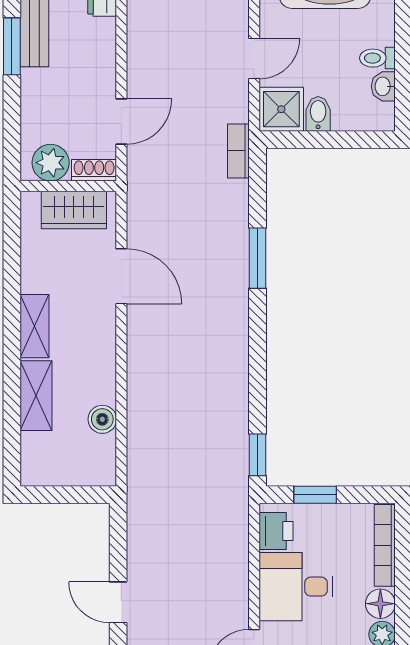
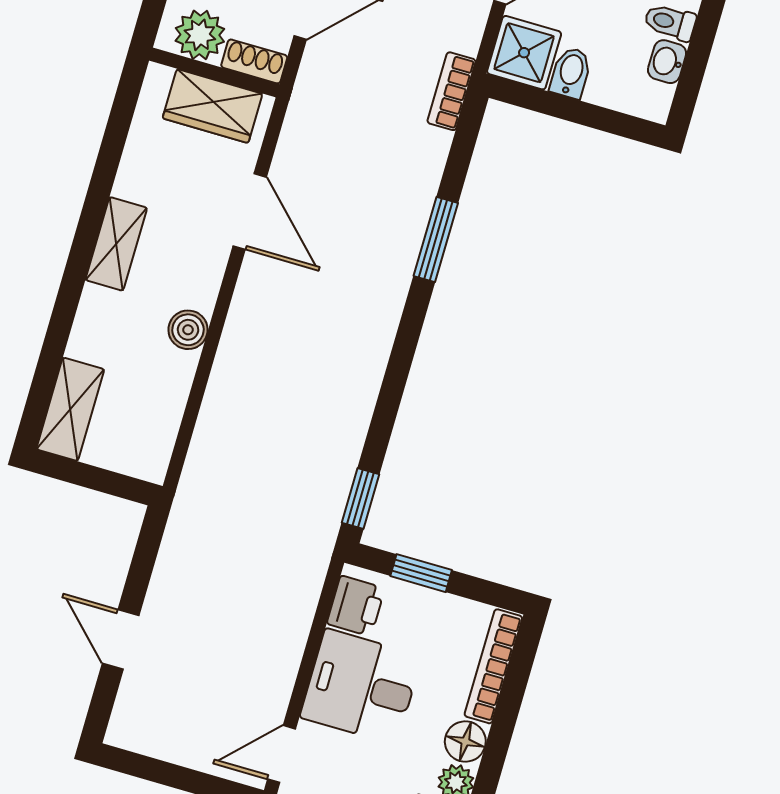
shelving: (36, 396) -> (70, 409), moved
boiler: (102, 419) -> (188, 330), moved

